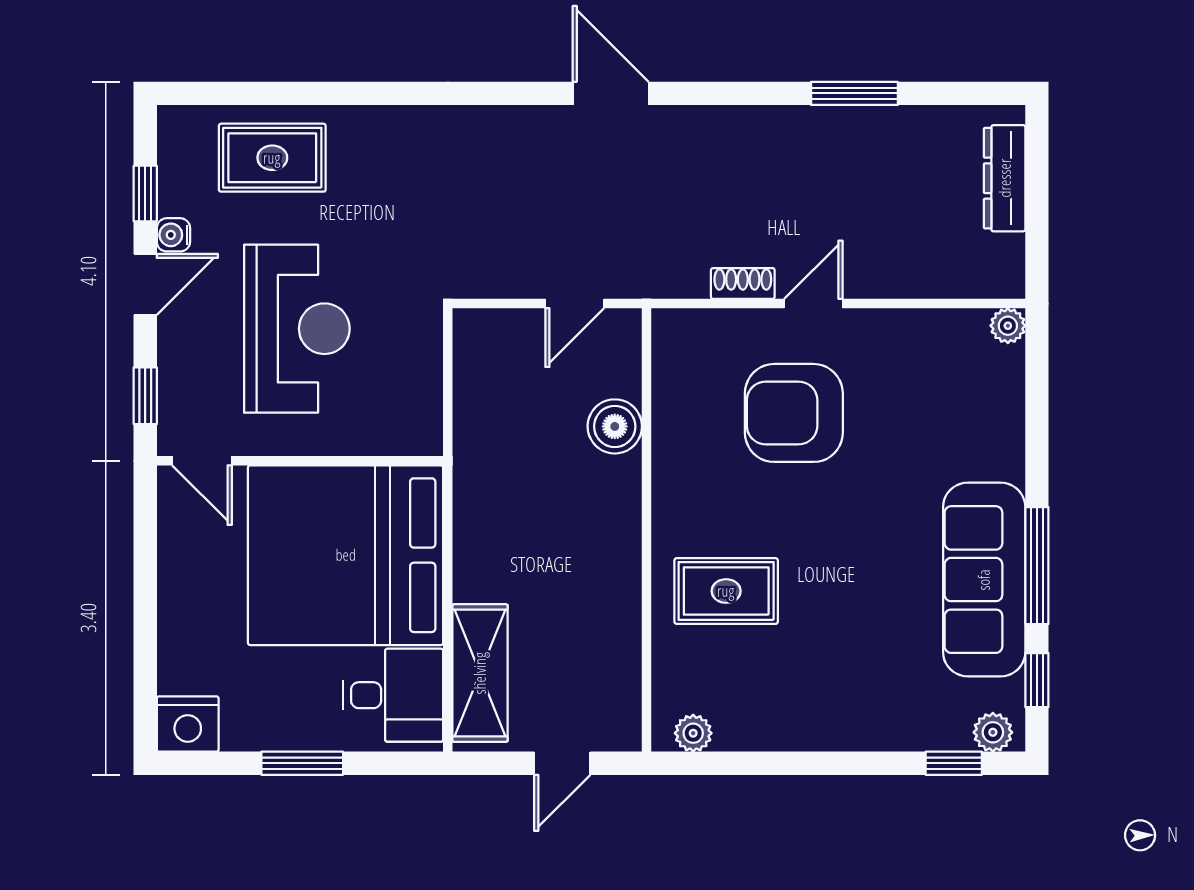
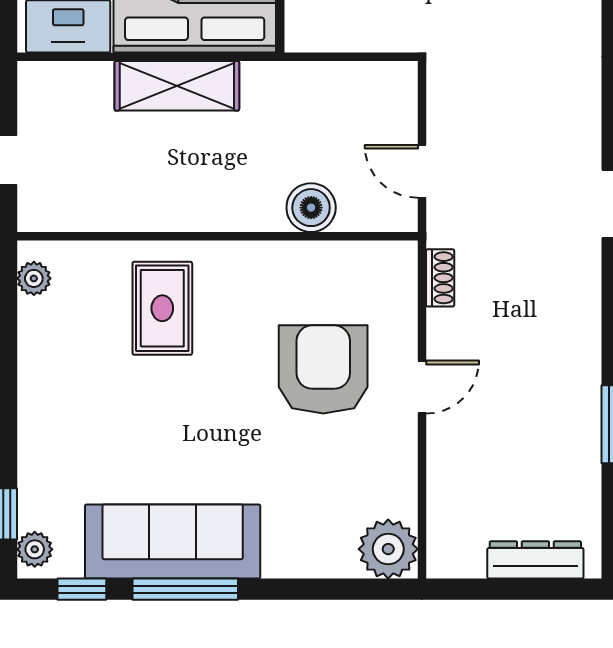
shoe rack: (743, 284) -> (440, 278), moved
door: (813, 304) -> (422, 387), hinge flipped
plant: (1008, 326) -> (388, 549), width x1.88, depth x1.88
shelving: (480, 673) -> (177, 86), moved

